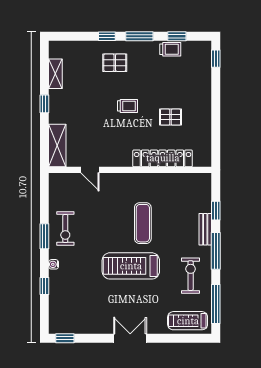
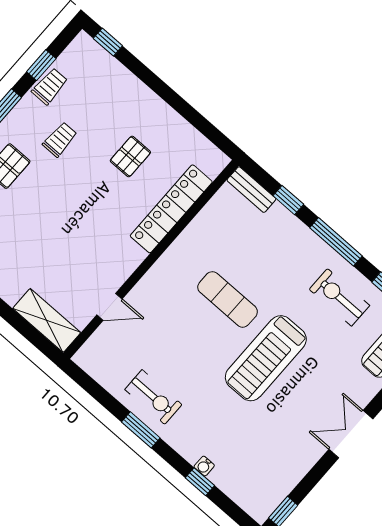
trolley: (128, 106) -> (60, 139), moved
bench: (205, 229) -> (251, 190), moved
water cooler: (54, 264) -> (204, 466), moved

